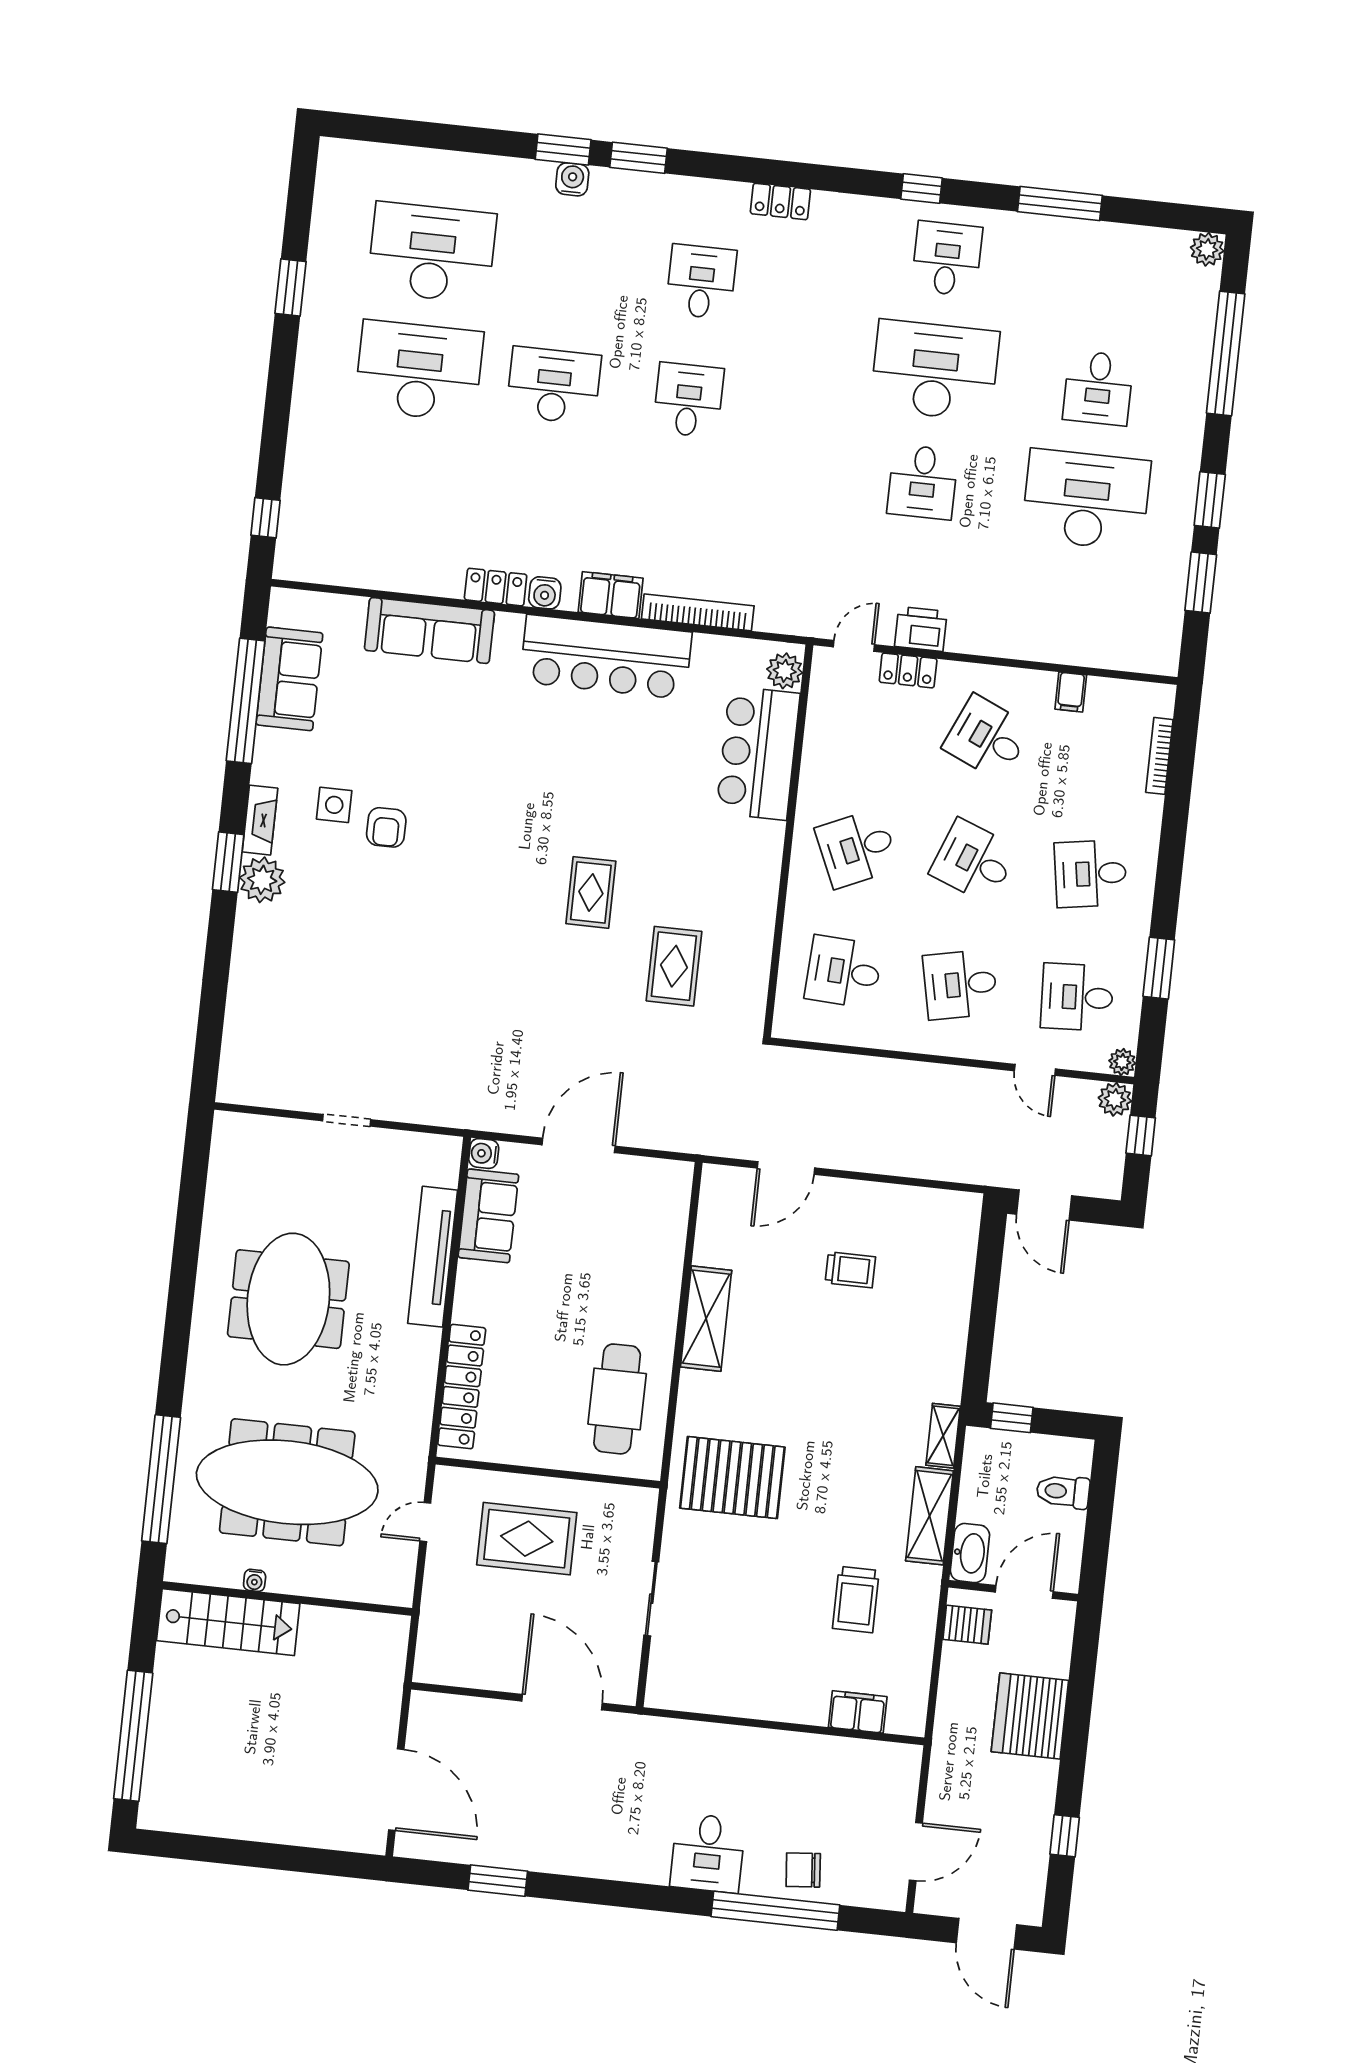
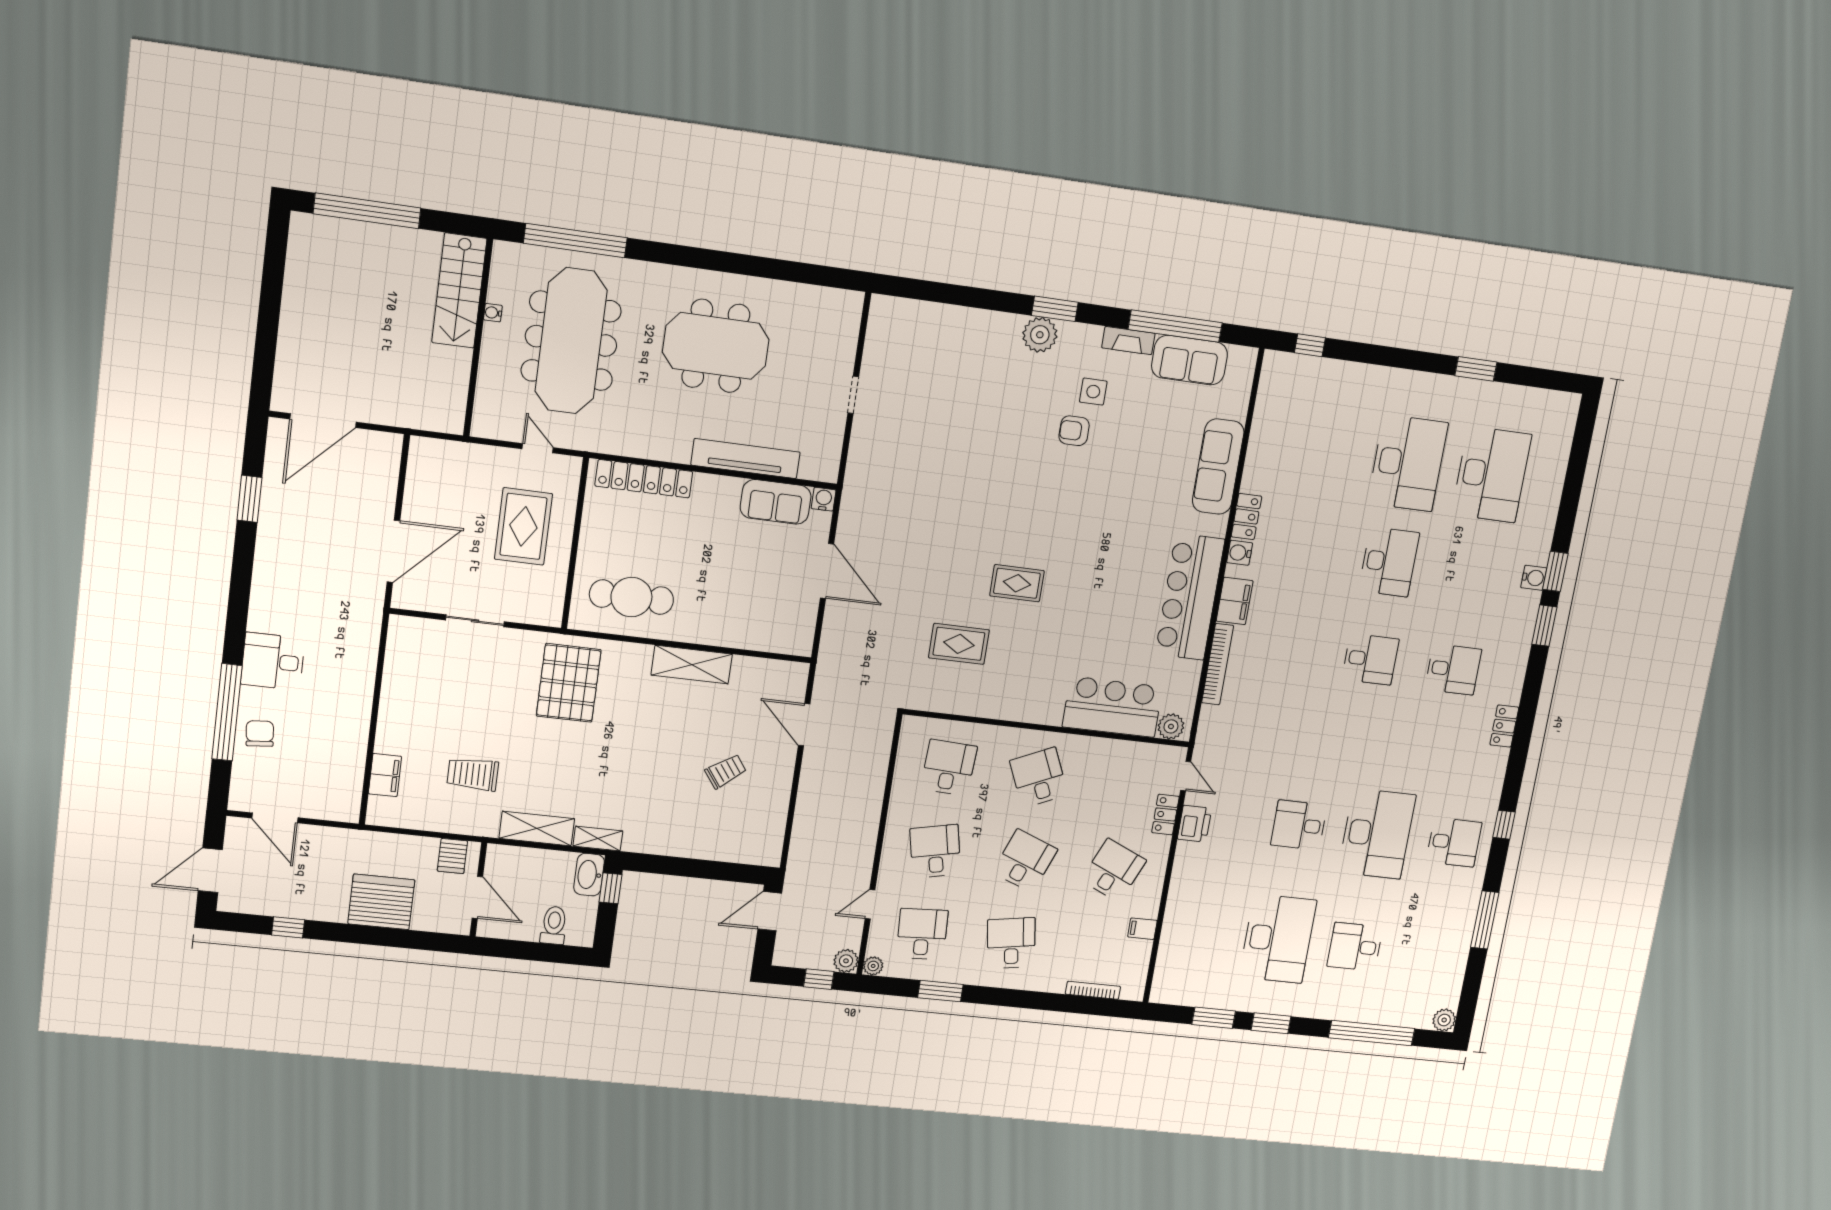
fireplace: (260, 820) -> (1128, 341), moved
trolley: (850, 1270) -> (726, 771), turned -126
washbasin: (970, 1553) -> (589, 875), moved, turned 90

